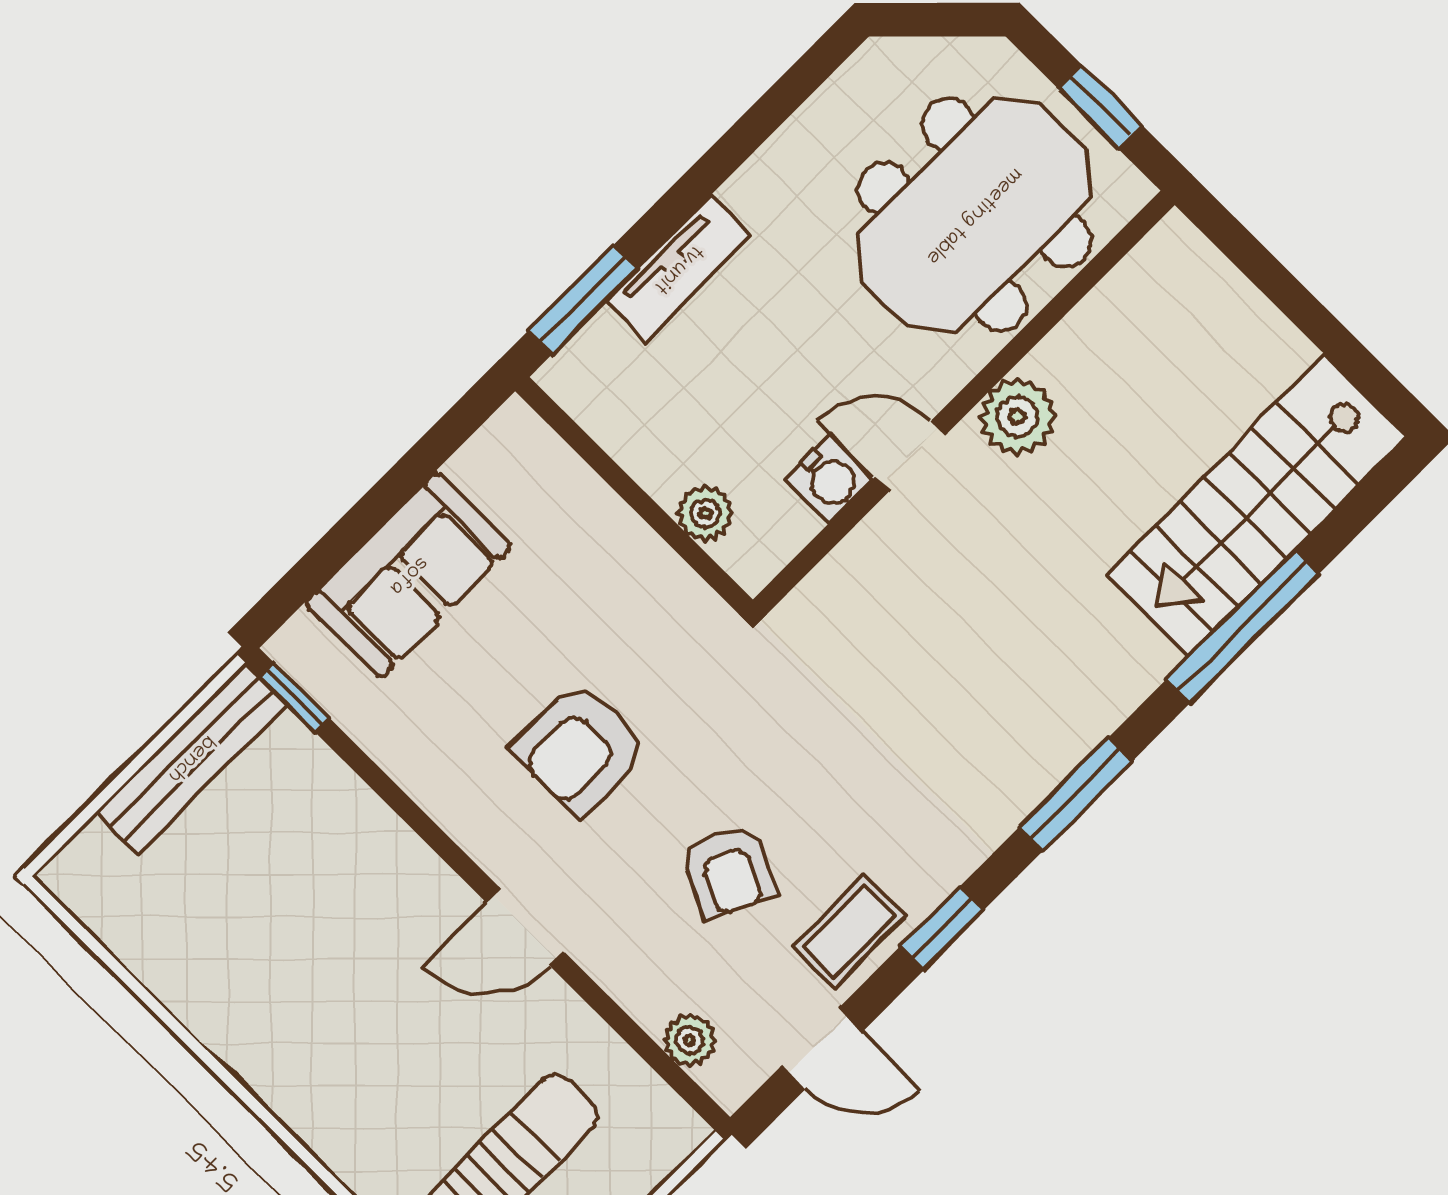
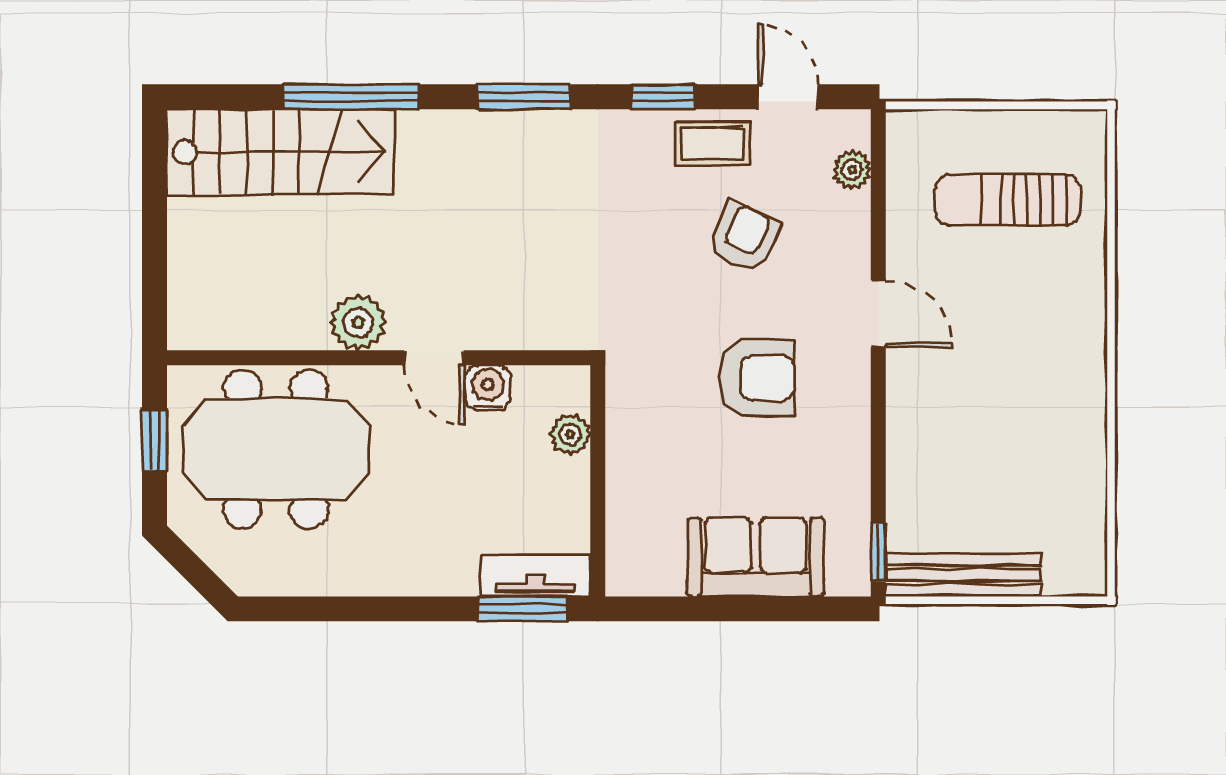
tv unit: (678, 268) -> (536, 576), moved

